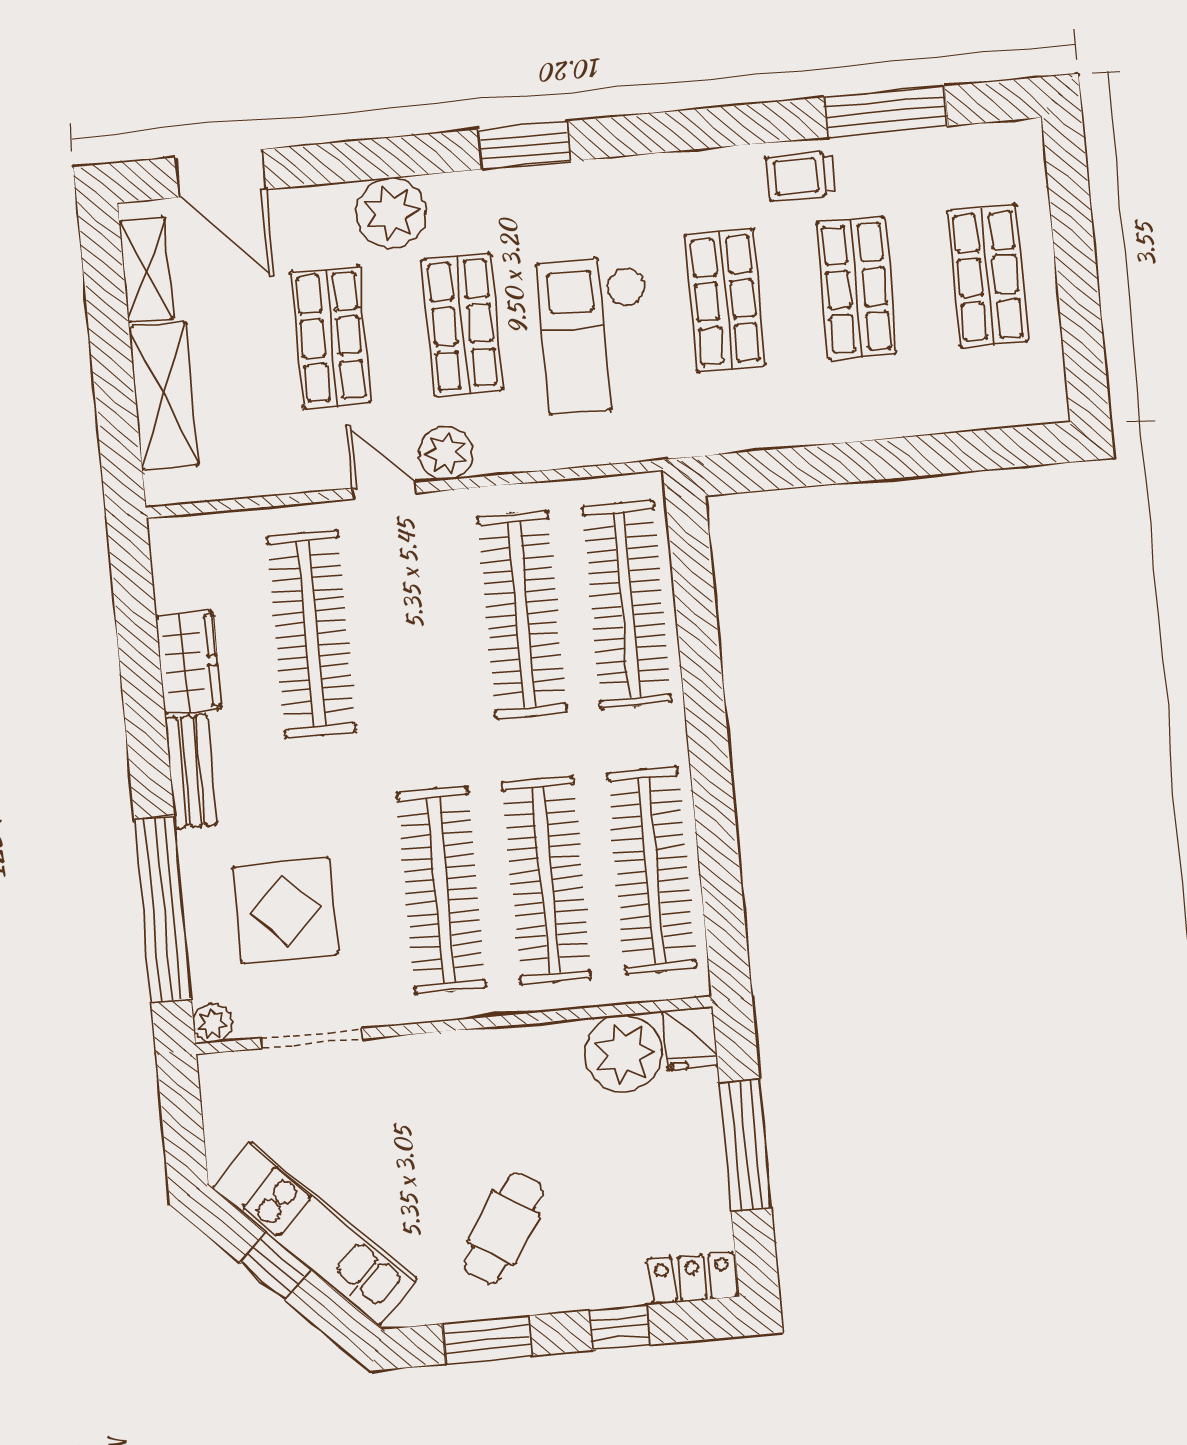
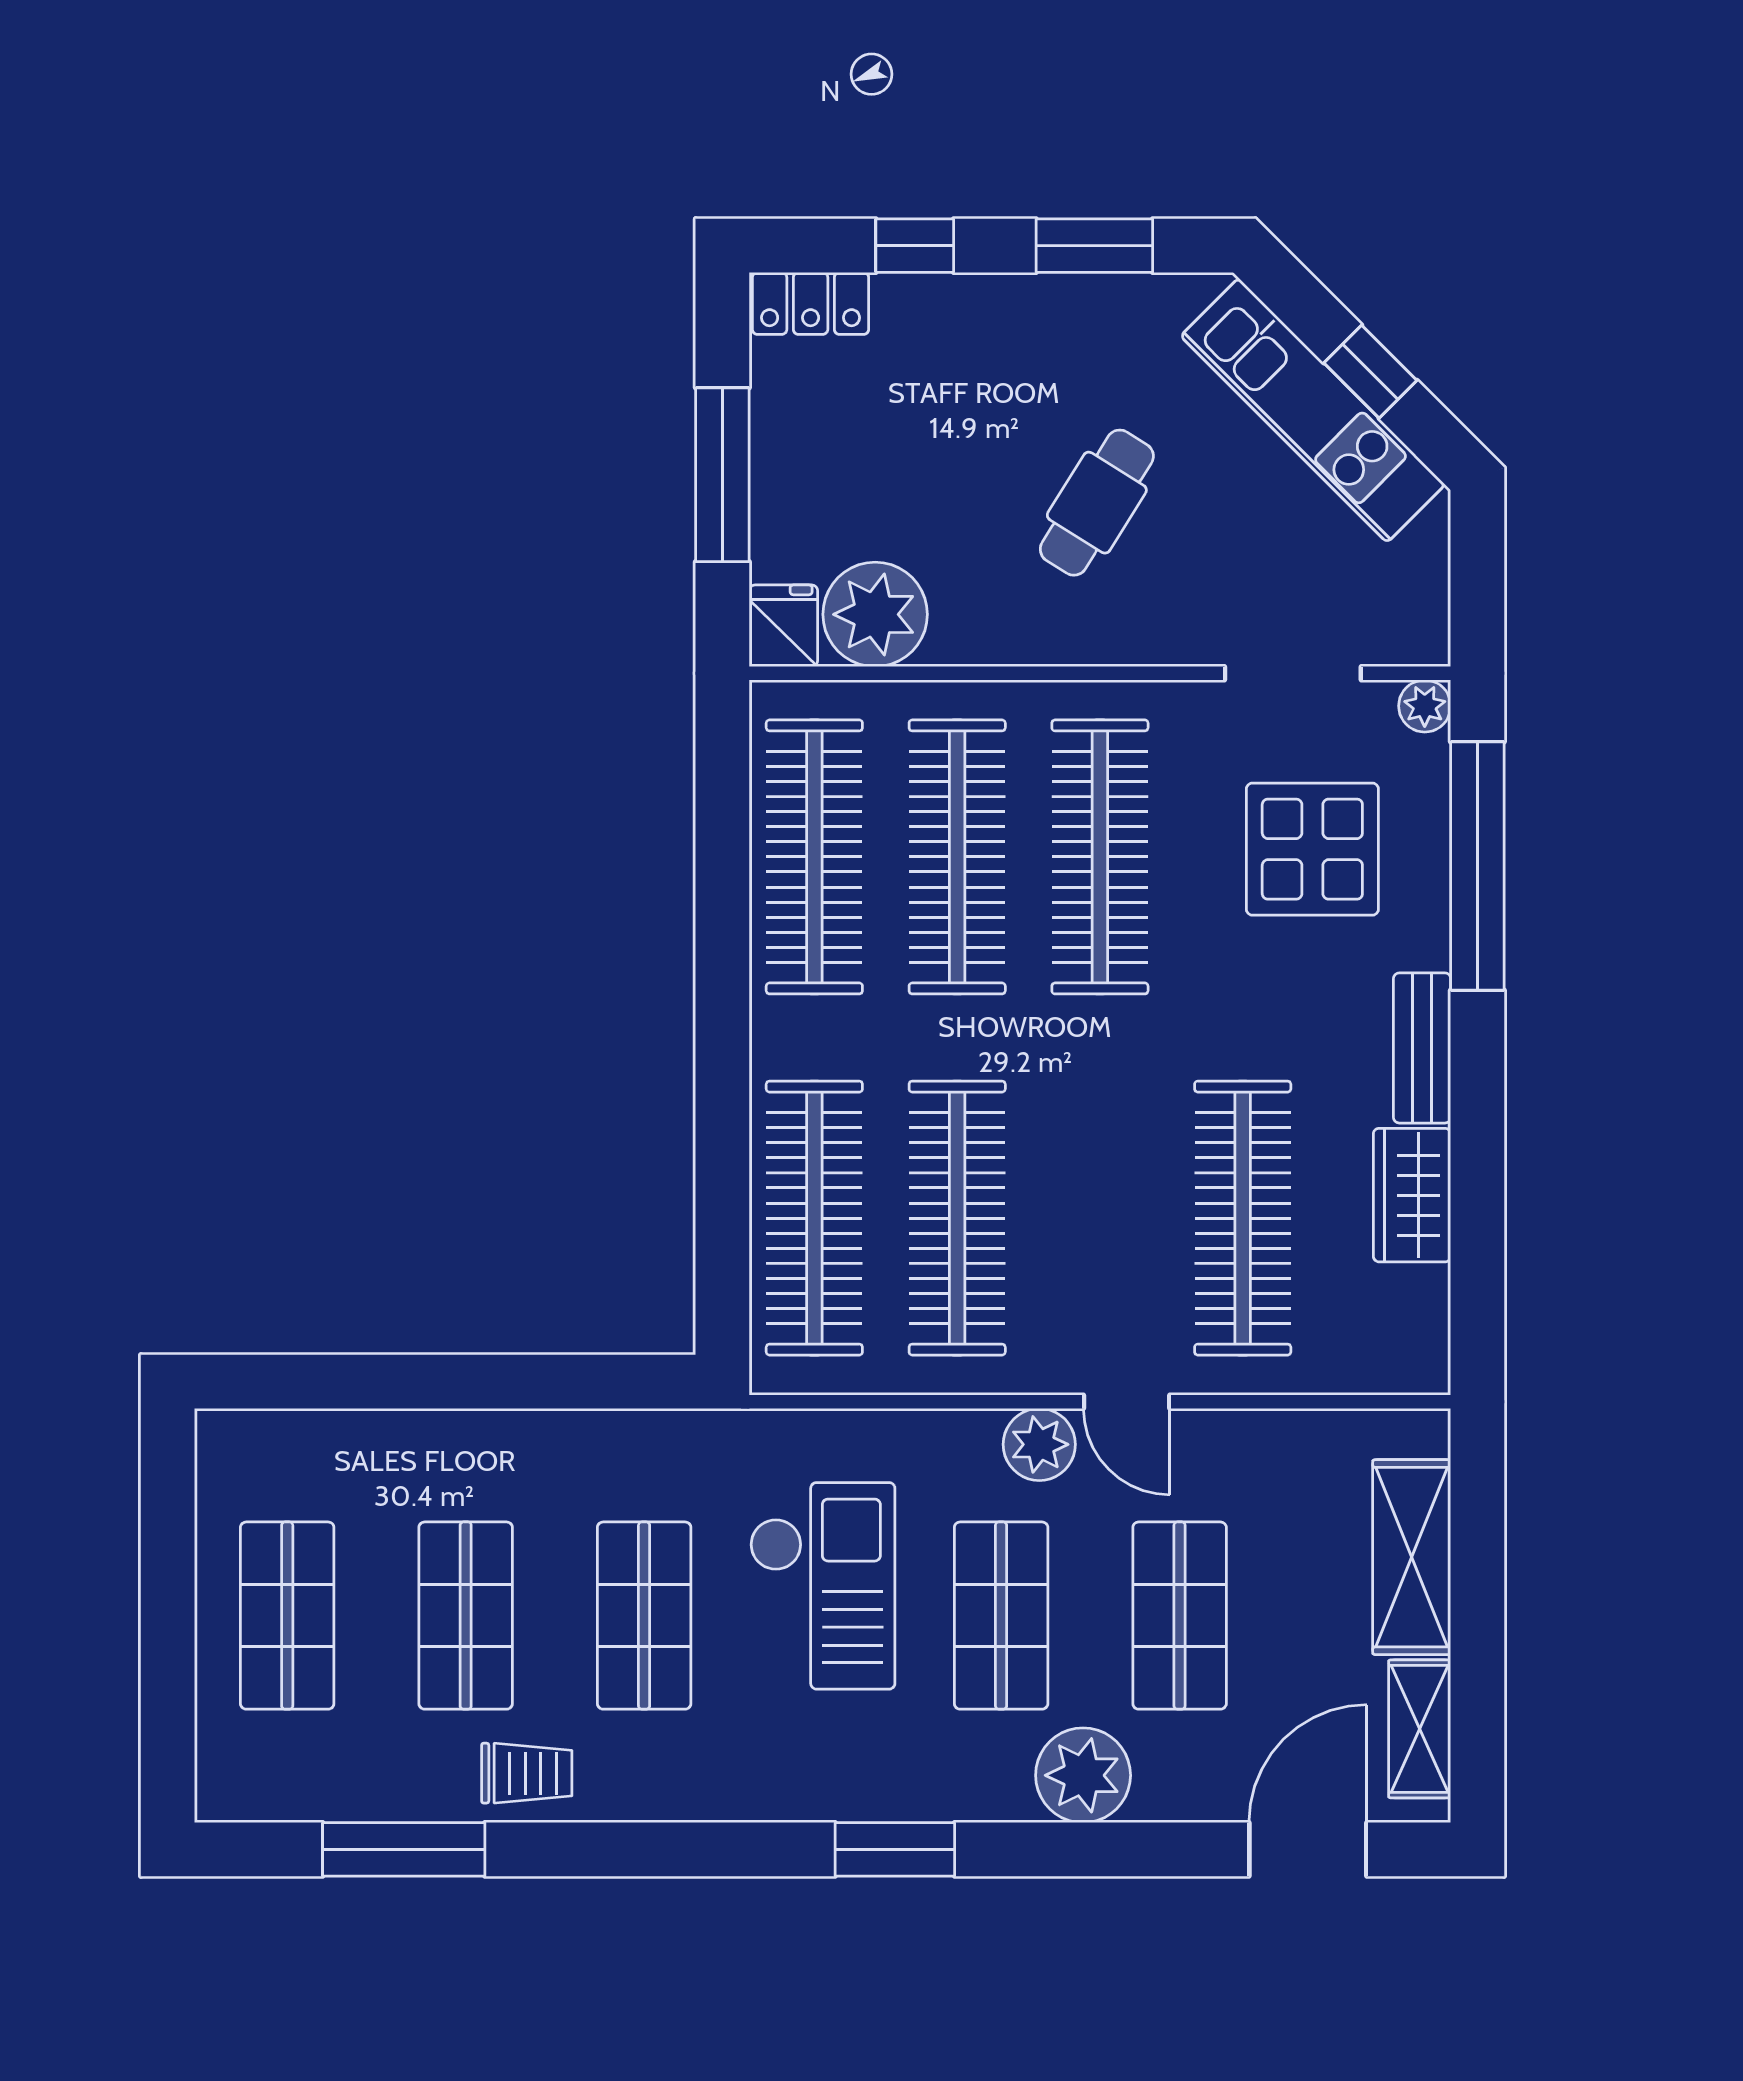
door: (220, 173) -> (1308, 1849), hinge flipped
cafe table: (504, 1228) -> (1097, 503), moved

